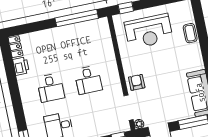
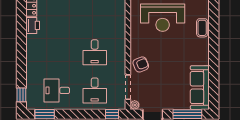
armchair: (137, 82) -> (141, 64), turned 68
desk: (51, 88) -> (95, 90), moved

